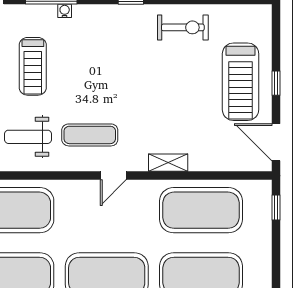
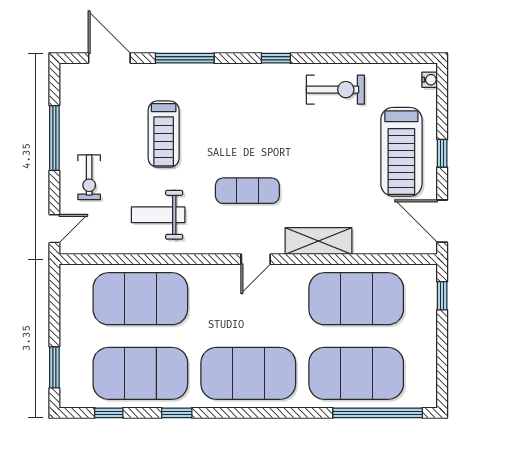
water cooler: (65, 11) -> (430, 80), moved, turned 90
exercise mat: (90, 135) -> (247, 191), moved
shelving: (168, 163) -> (318, 241), width x1.50, depth x1.33

